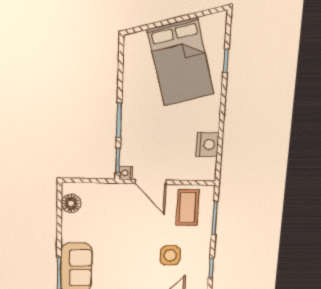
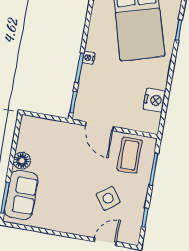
nightstand: (126, 173) -> (89, 58), moved
floor lamp: (71, 203) -> (22, 161), moved
side table: (170, 255) -> (108, 198), turned -37

